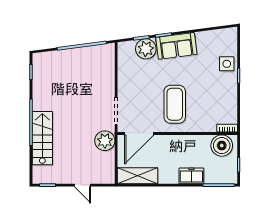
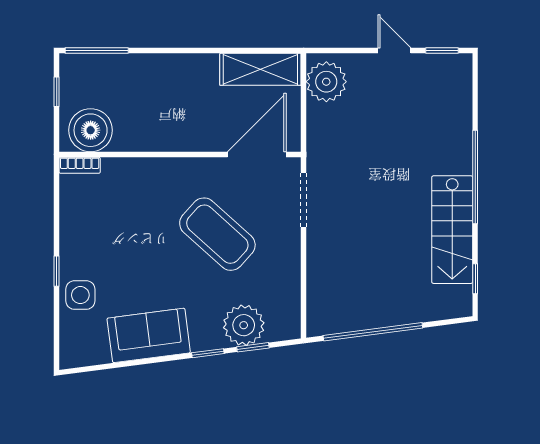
sofa: (176, 46) -> (149, 335), moved
coffee table: (175, 104) -> (217, 234), moved, turned -48
stairs: (42, 138) -> (452, 230), moved
plant: (105, 141) -> (326, 82), moved
freezer: (191, 176) -> (152, 69), removed
door: (82, 185) -> (394, 50), moved

